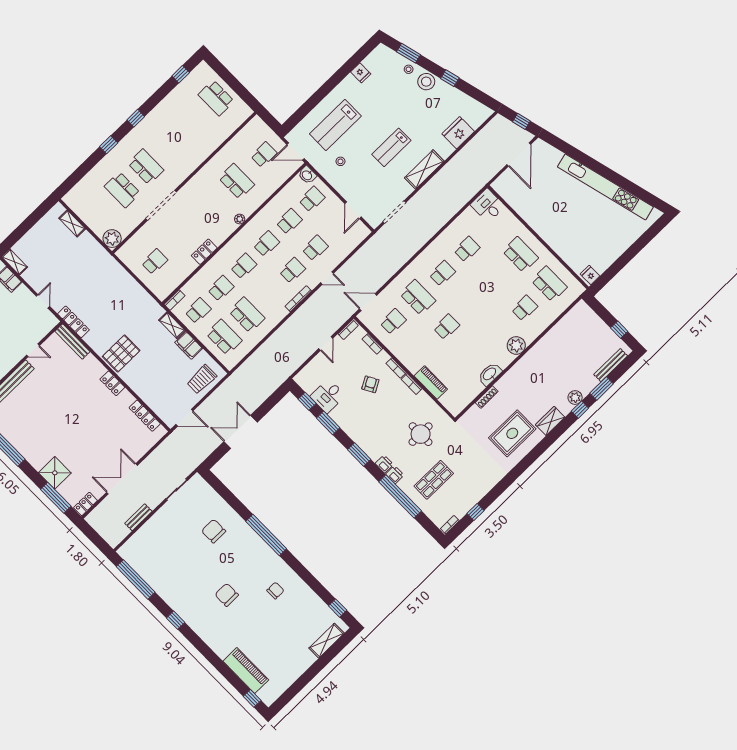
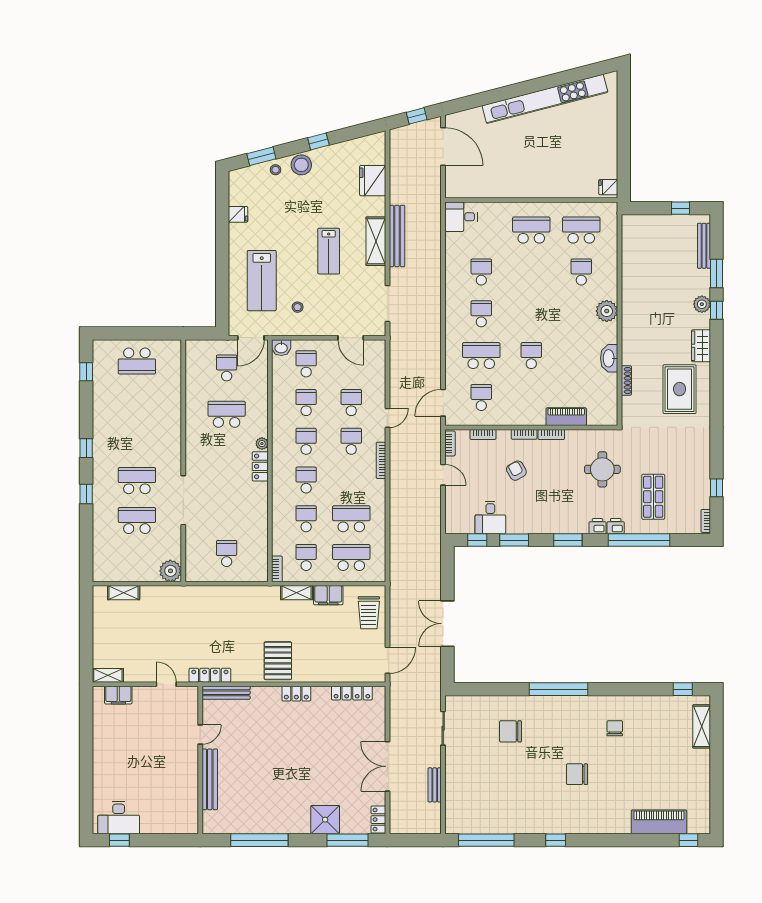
bench: (440, 179) -> (397, 236), added
school desk: (122, 190) -> (137, 521), turned 180
locker: (204, 252) -> (260, 466), moved

